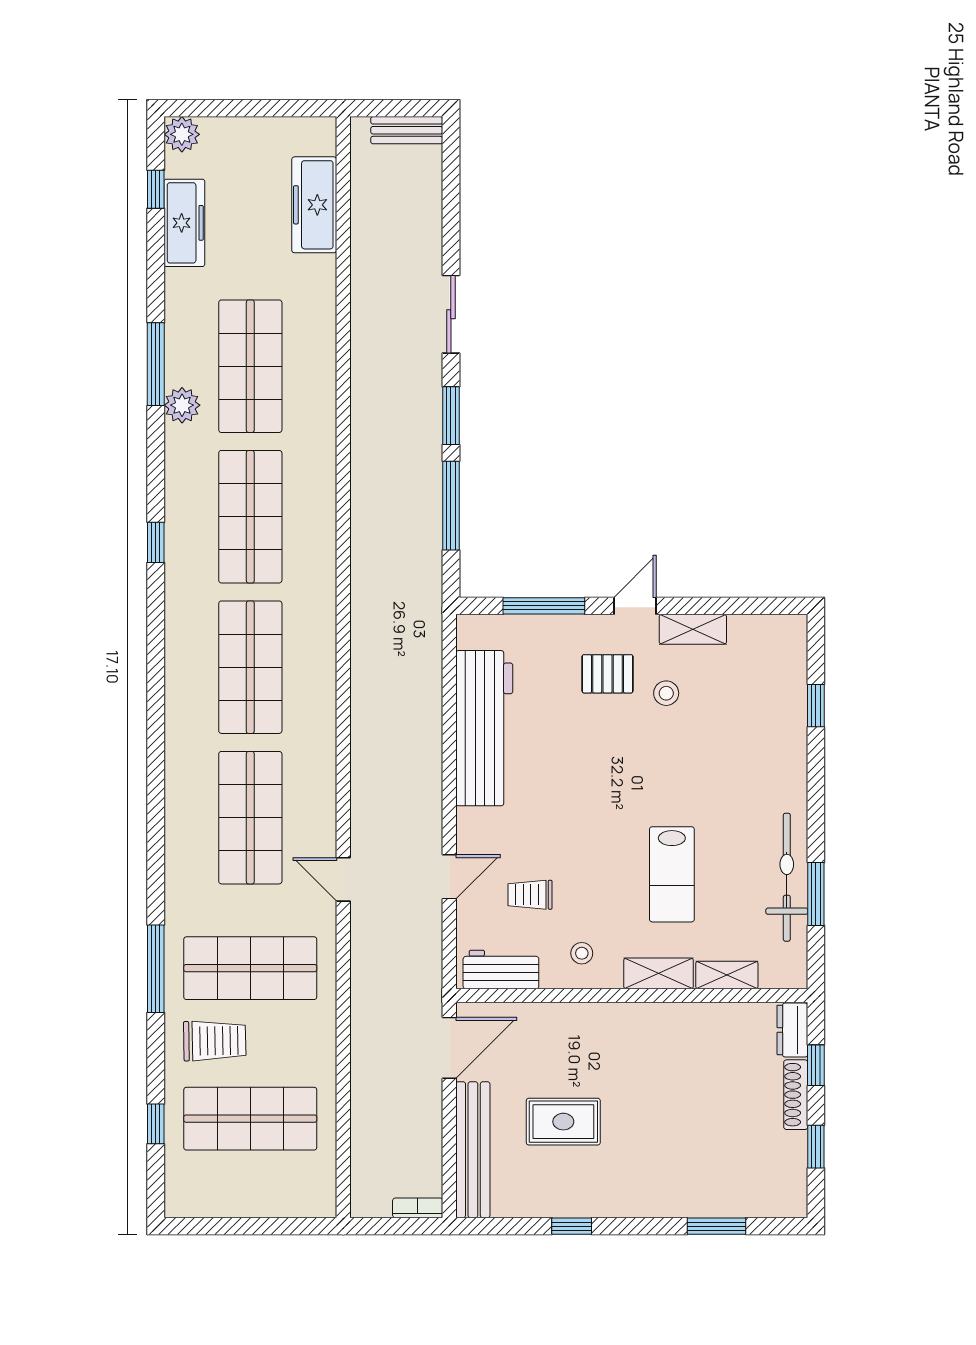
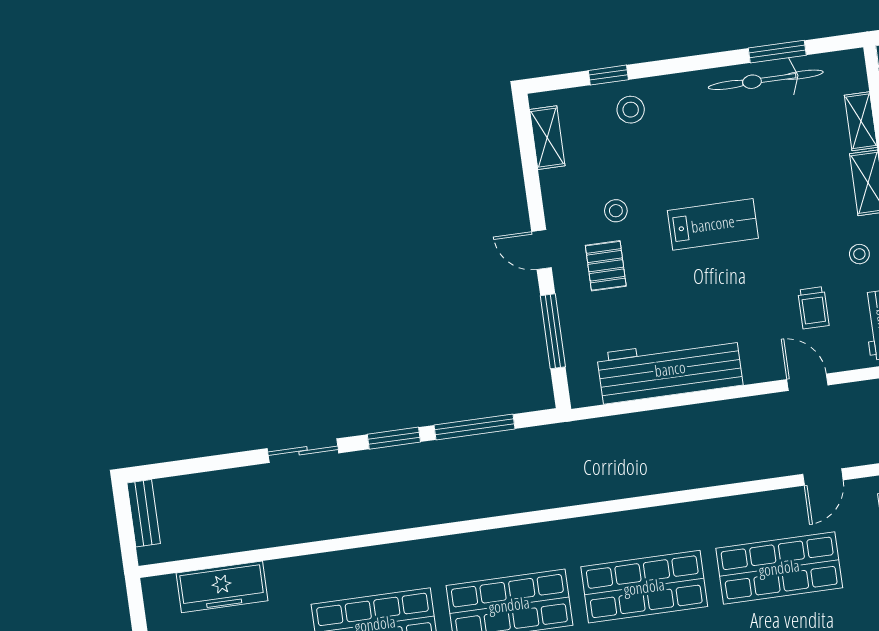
shelving: (693, 629) -> (547, 138), moved
stool: (775, 725) -> (631, 110), added
lab bench: (672, 874) -> (713, 224), moved

